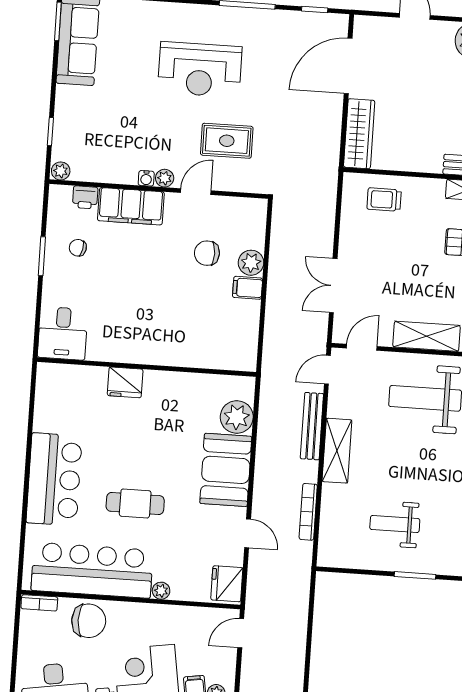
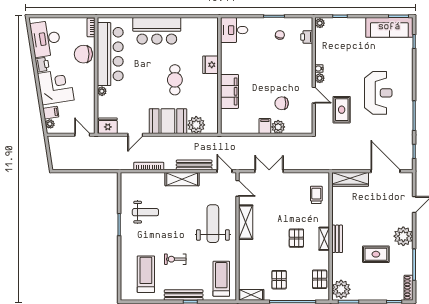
reception desk: (200, 69) -> (378, 93), turned 180
filing cabinet: (131, 206) -> (229, 91), moved, turned 180
chair: (207, 253) -> (282, 103), turned -90
cafe table: (135, 503) -> (175, 80), moved
weight bench: (395, 524) -> (145, 212), turned 90
chair: (89, 621) -> (83, 54), turned 90

